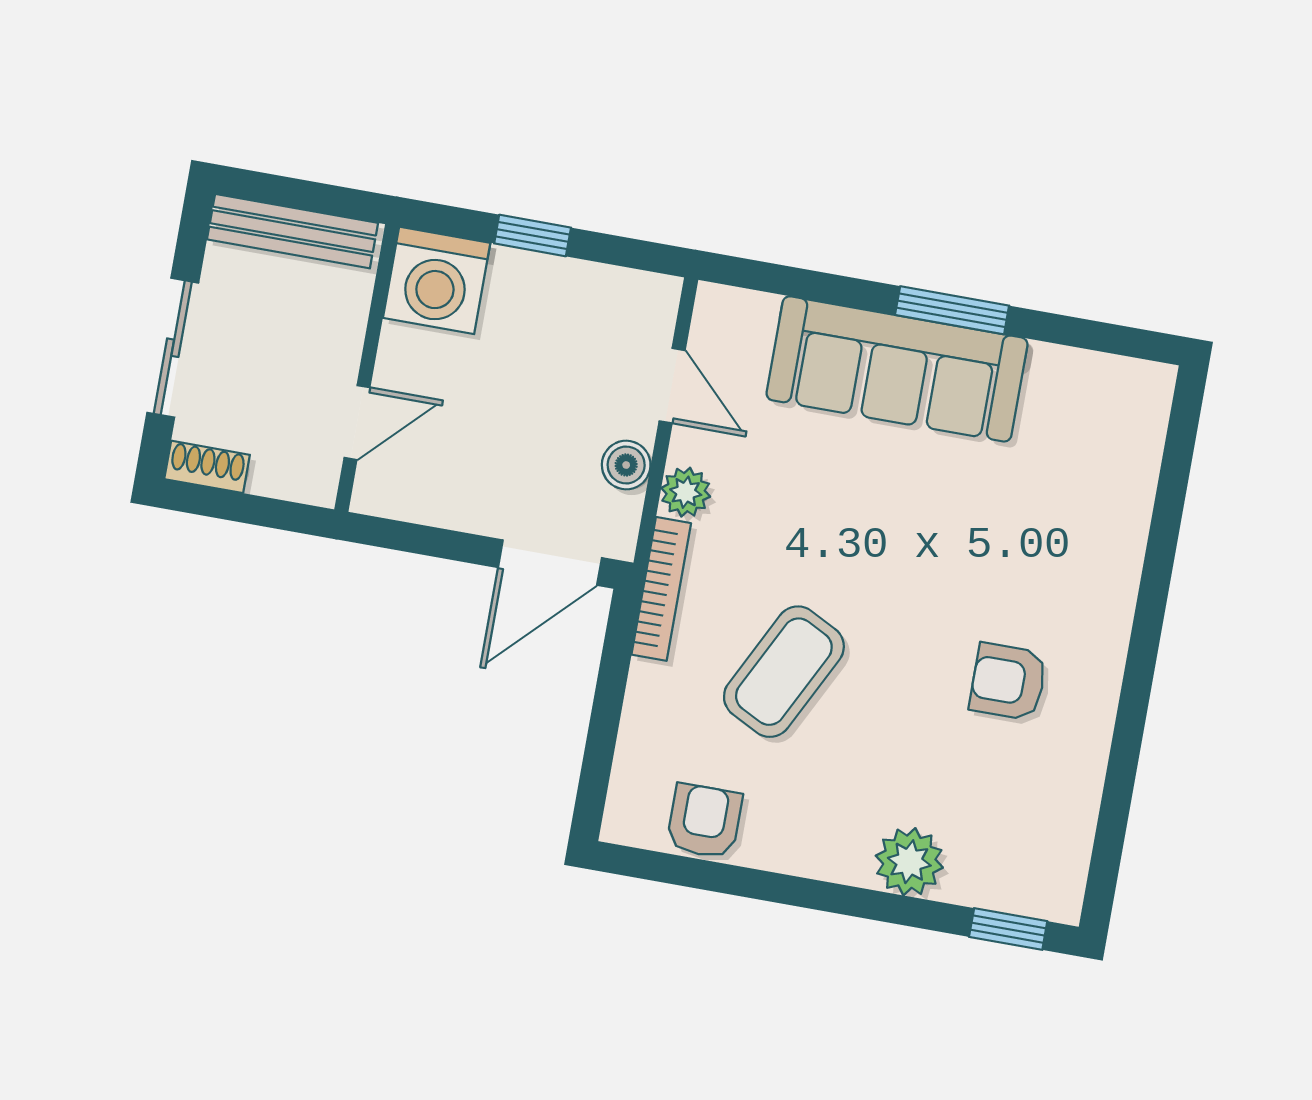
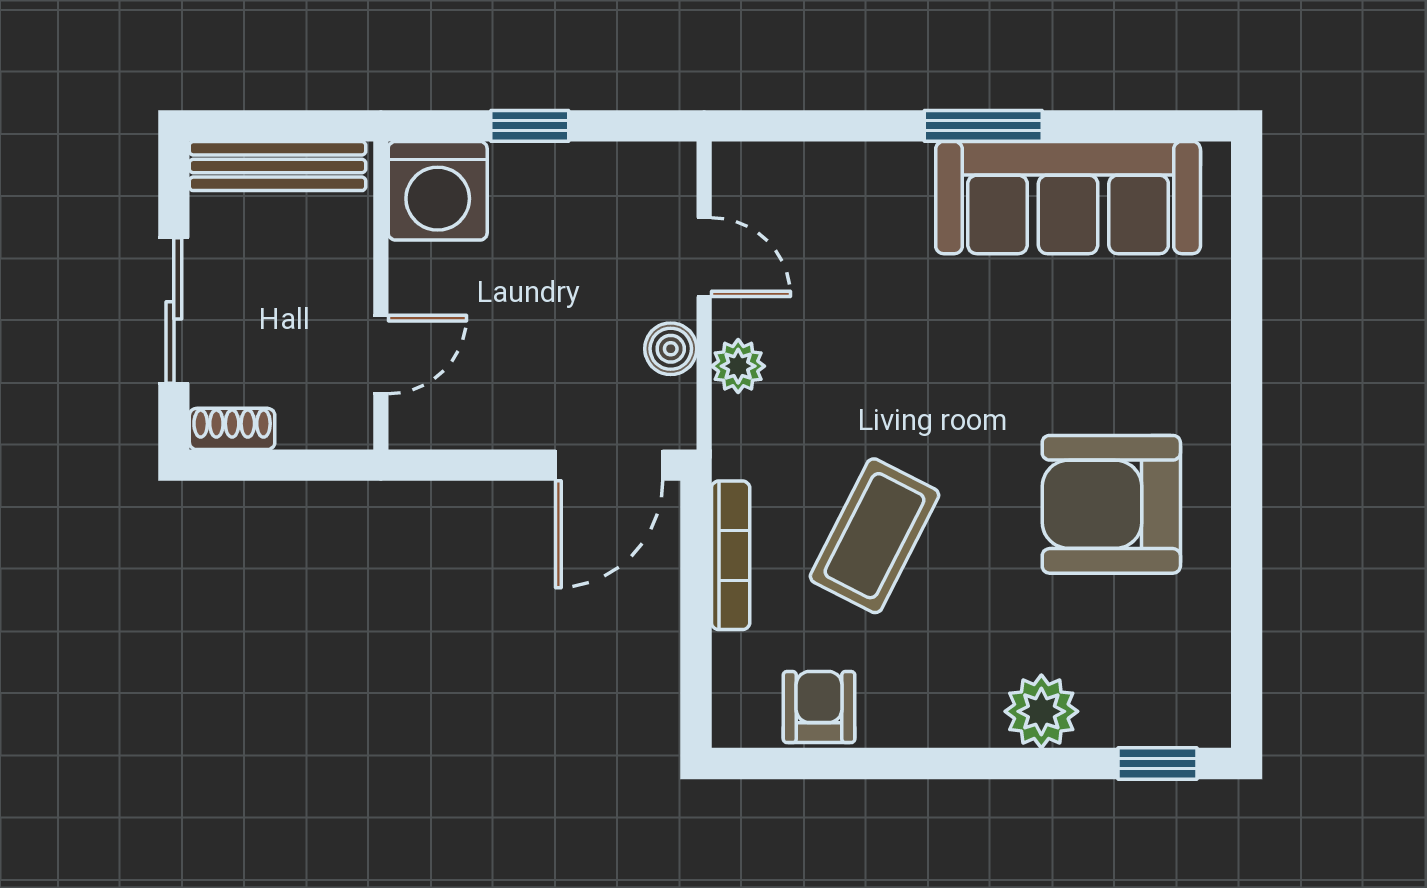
sofa: (897, 369) -> (1068, 198), moved
bookcase: (661, 589) -> (731, 555), moved
armchair: (1008, 682) -> (1111, 504), width x1.88, depth x1.88

